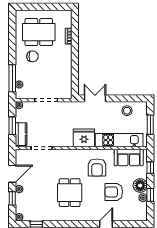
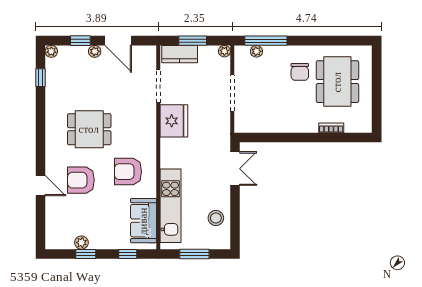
fridge: (84, 138) -> (174, 121), moved
floor lamp: (140, 185) -> (100, 238), removed
armchair: (114, 192) -> (81, 180), moved, turned -90

